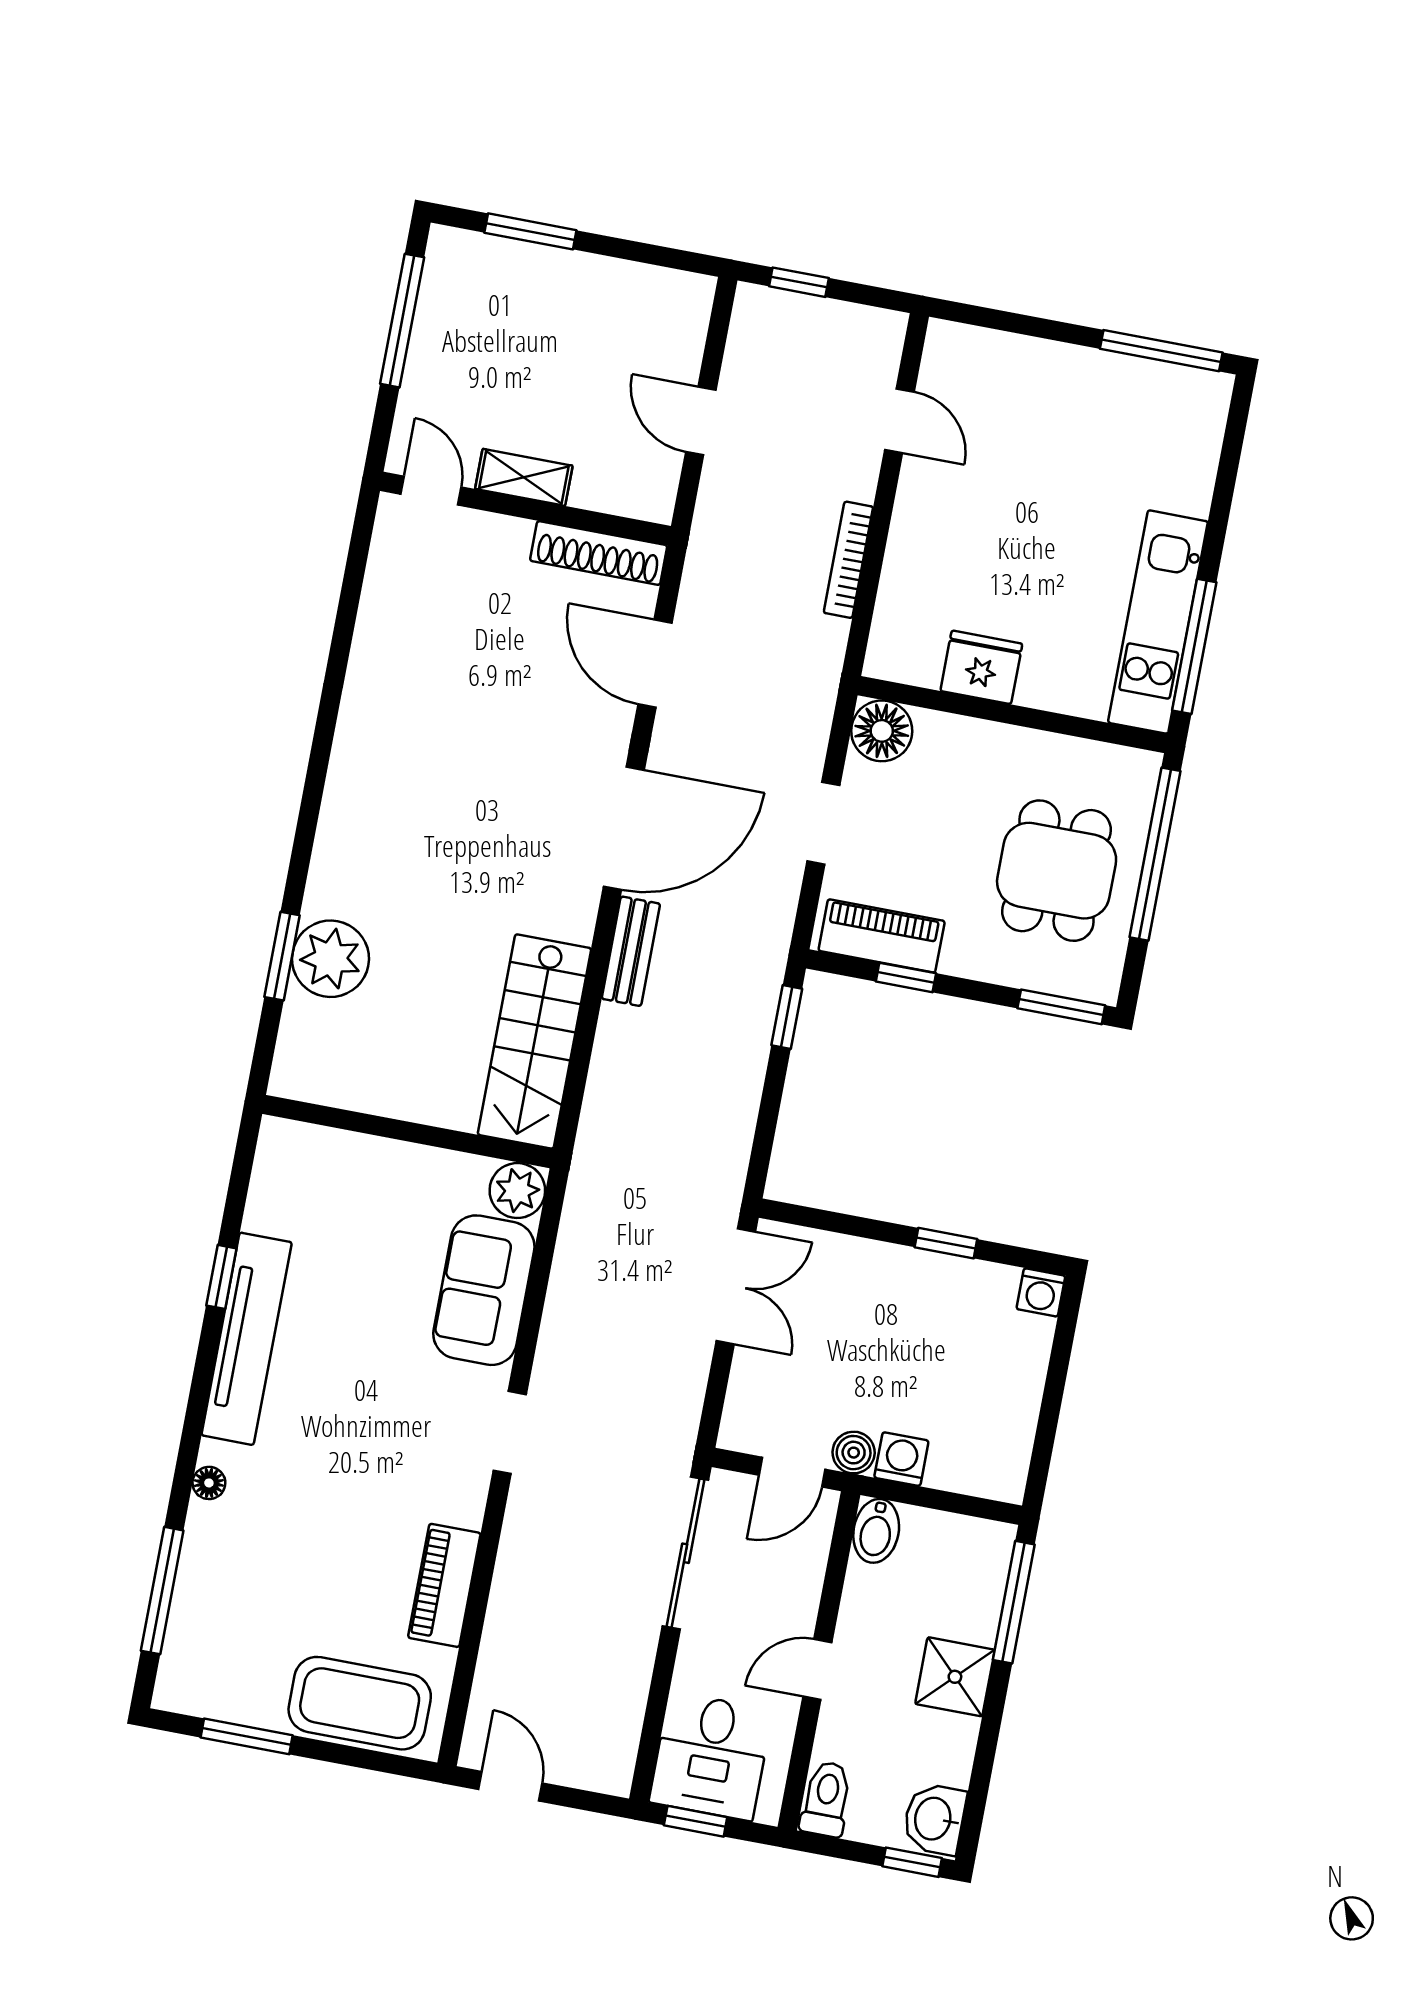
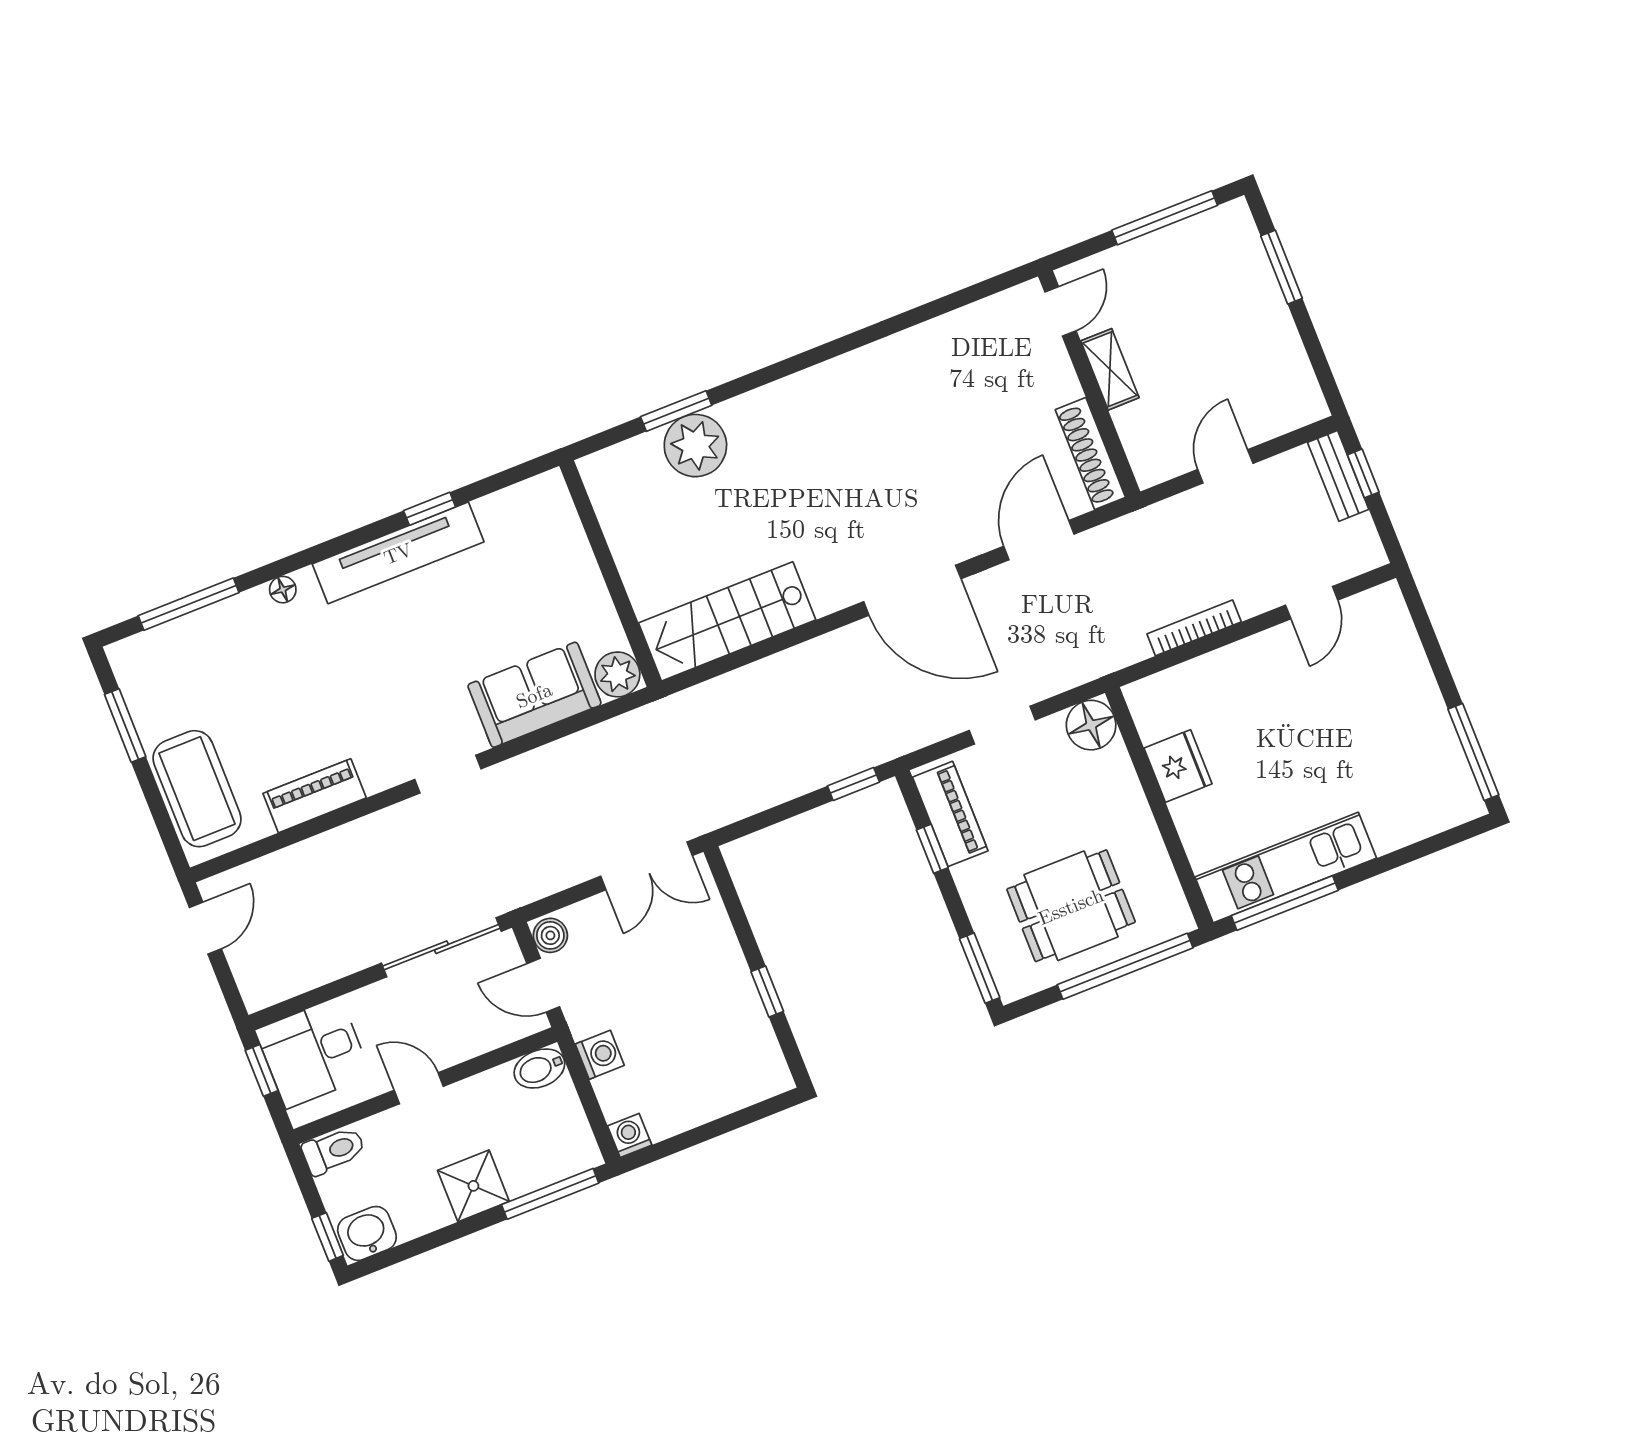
bench: (631, 951) -> (1338, 476), moved, turned 90
washing machine: (1041, 1292) -> (630, 1135), moved, turned 90
boiler: (854, 1453) -> (550, 935), moved

